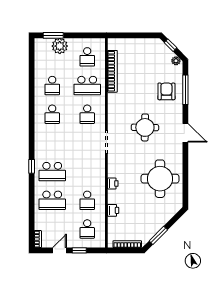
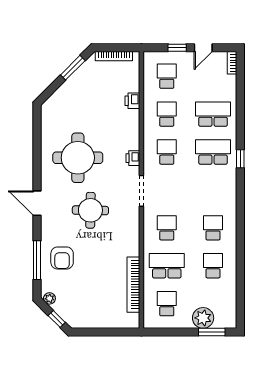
school desk: (87, 172) -> (167, 152), added
round table: (160, 179) -> (78, 158), moved
printer: (113, 184) -> (133, 158), moved

